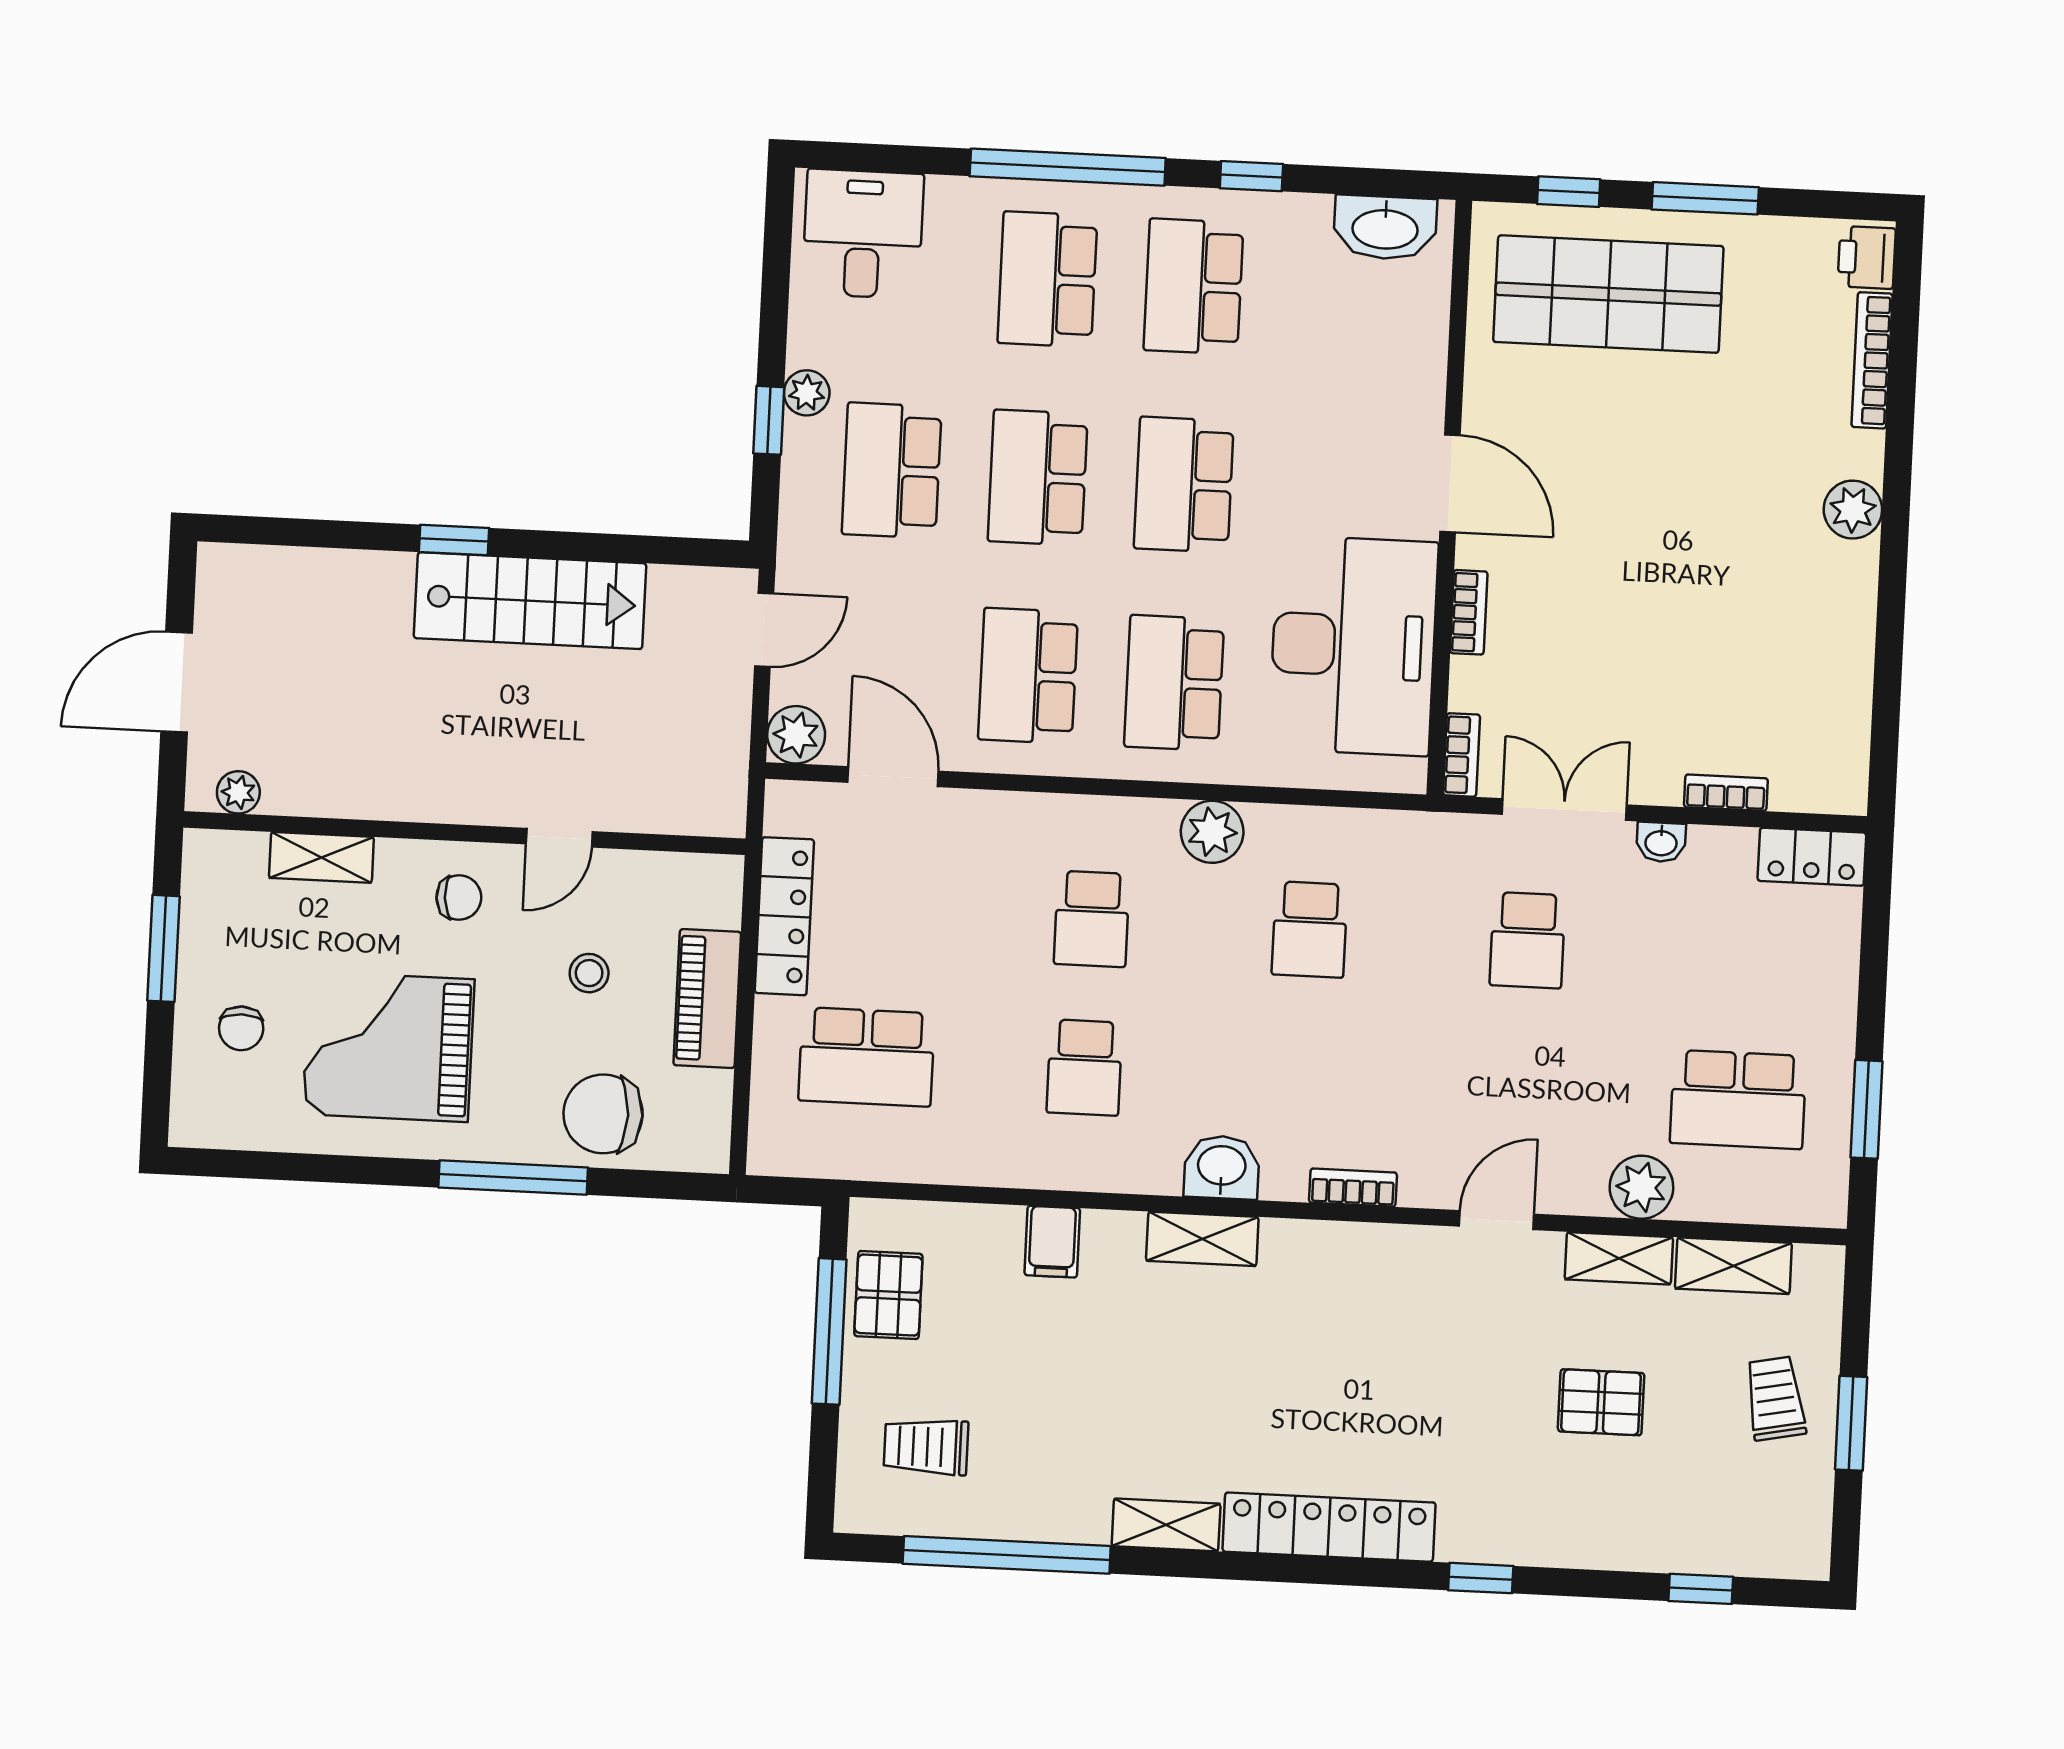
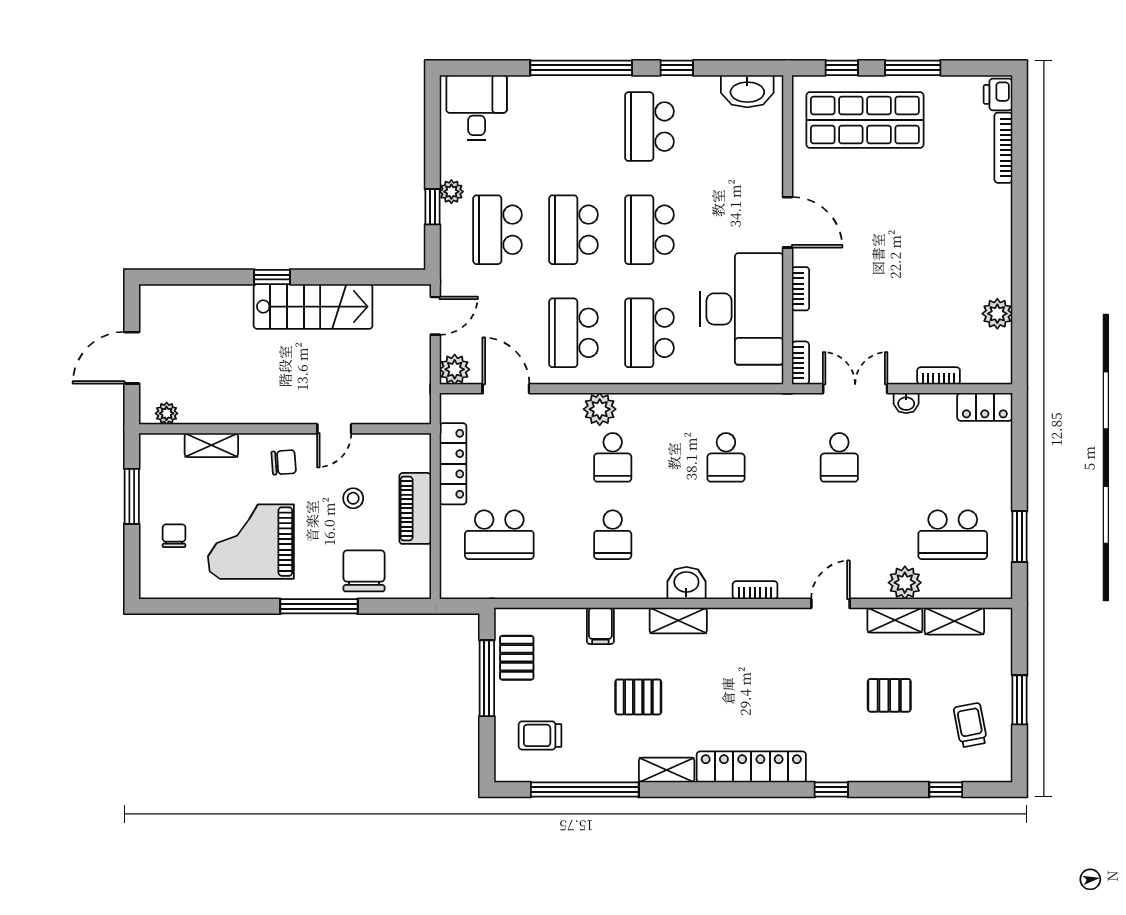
school desk: (1047, 279) -> (573, 127), removed
plant: (1853, 510) -> (997, 314), moved
plant: (1212, 832) -> (600, 409), moved
chair: (241, 1028) -> (174, 536), turned 180
chair: (603, 1114) -> (364, 571), turned 90
pallet: (1118, 1382) -> (638, 697), added
trolley: (1775, 1398) -> (970, 725), moved

